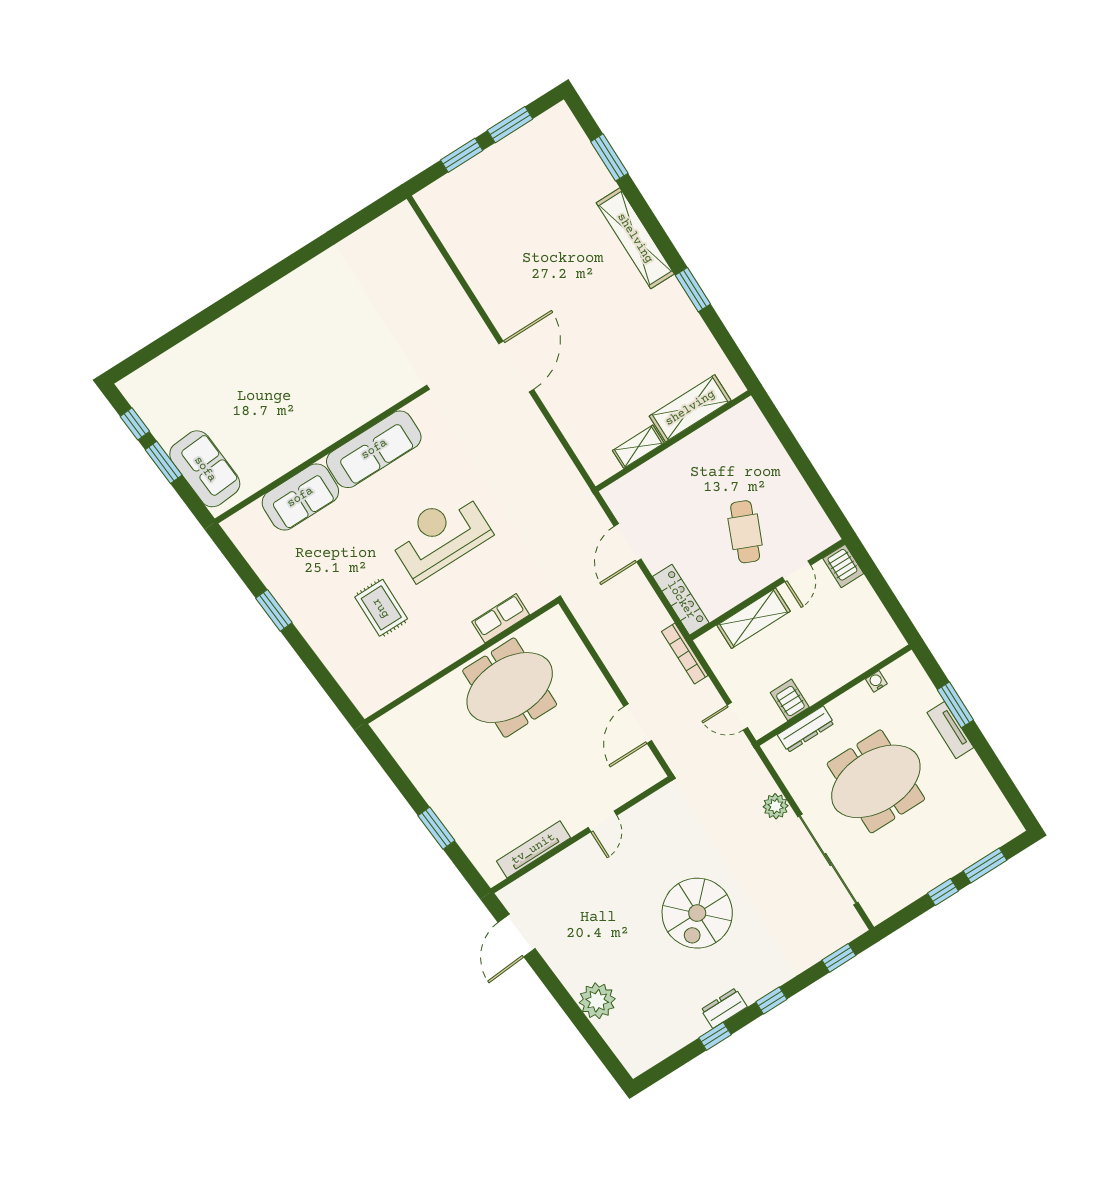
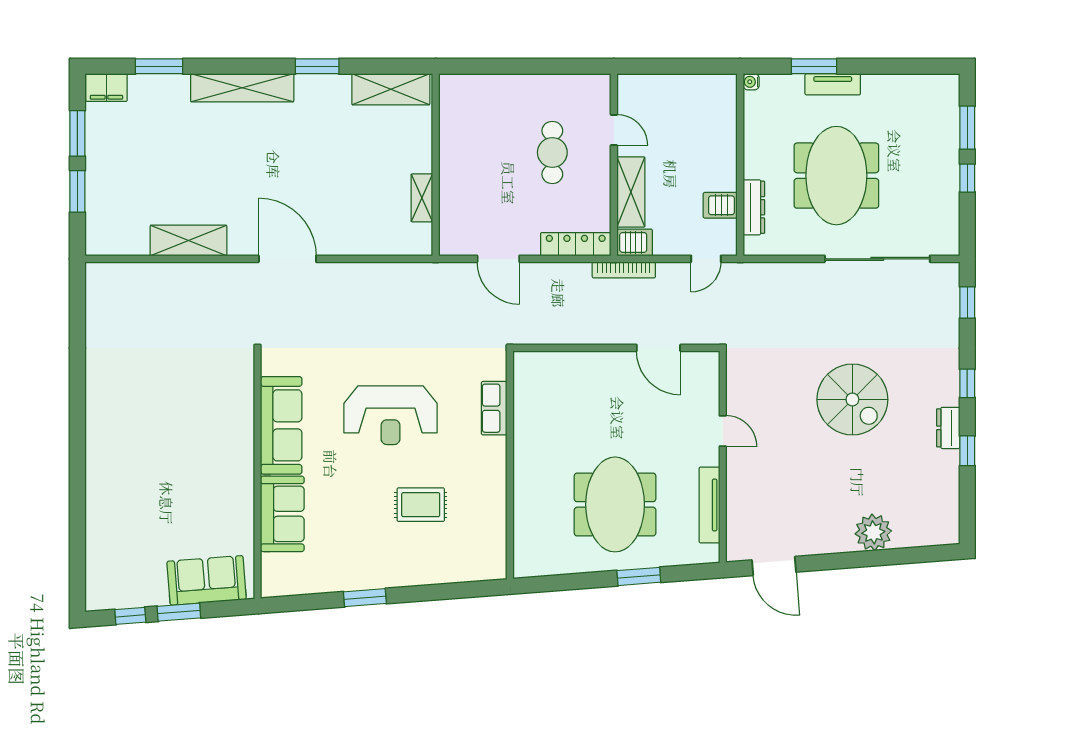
filing cabinet: (564, 125) -> (106, 88), added
shelving: (479, 274) -> (188, 241), added
shelving: (690, 408) -> (391, 89), moved, turned 90
cafe table: (745, 532) -> (552, 152), turned 67
reception desk: (440, 535) -> (390, 415), turned -90
server rack: (843, 566) -> (635, 242), moved
water cooler: (876, 681) -> (751, 82), moved
meeting table: (510, 688) -> (615, 504), moved
plant: (776, 806) -> (803, 275), removed

